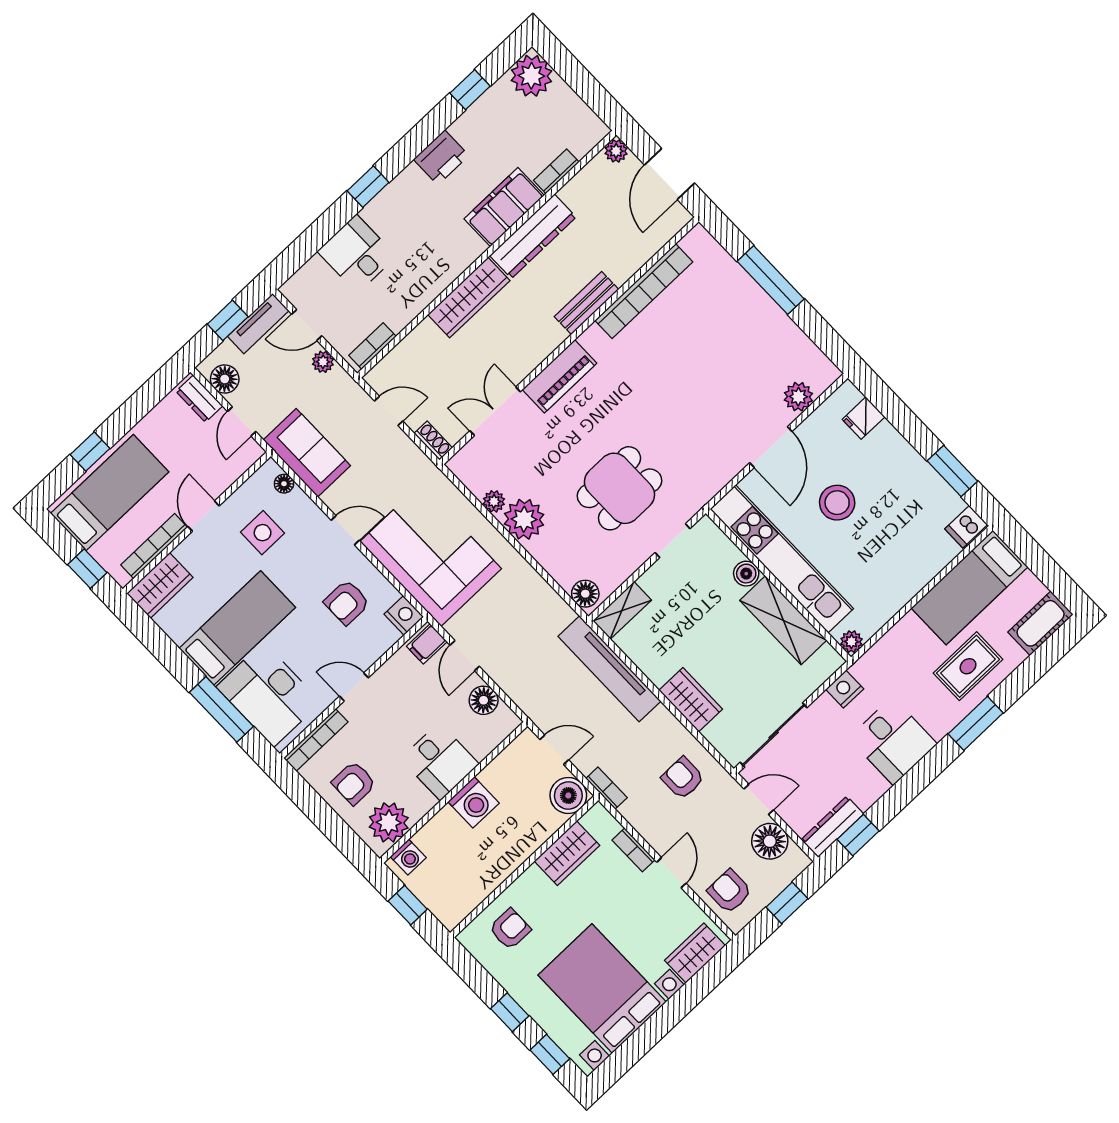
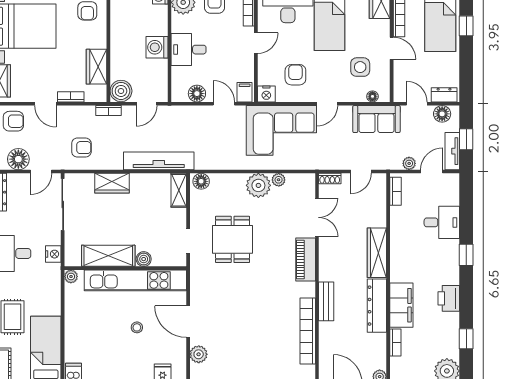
stool: (837, 503) -> (137, 327), width x0.53, depth x0.53

